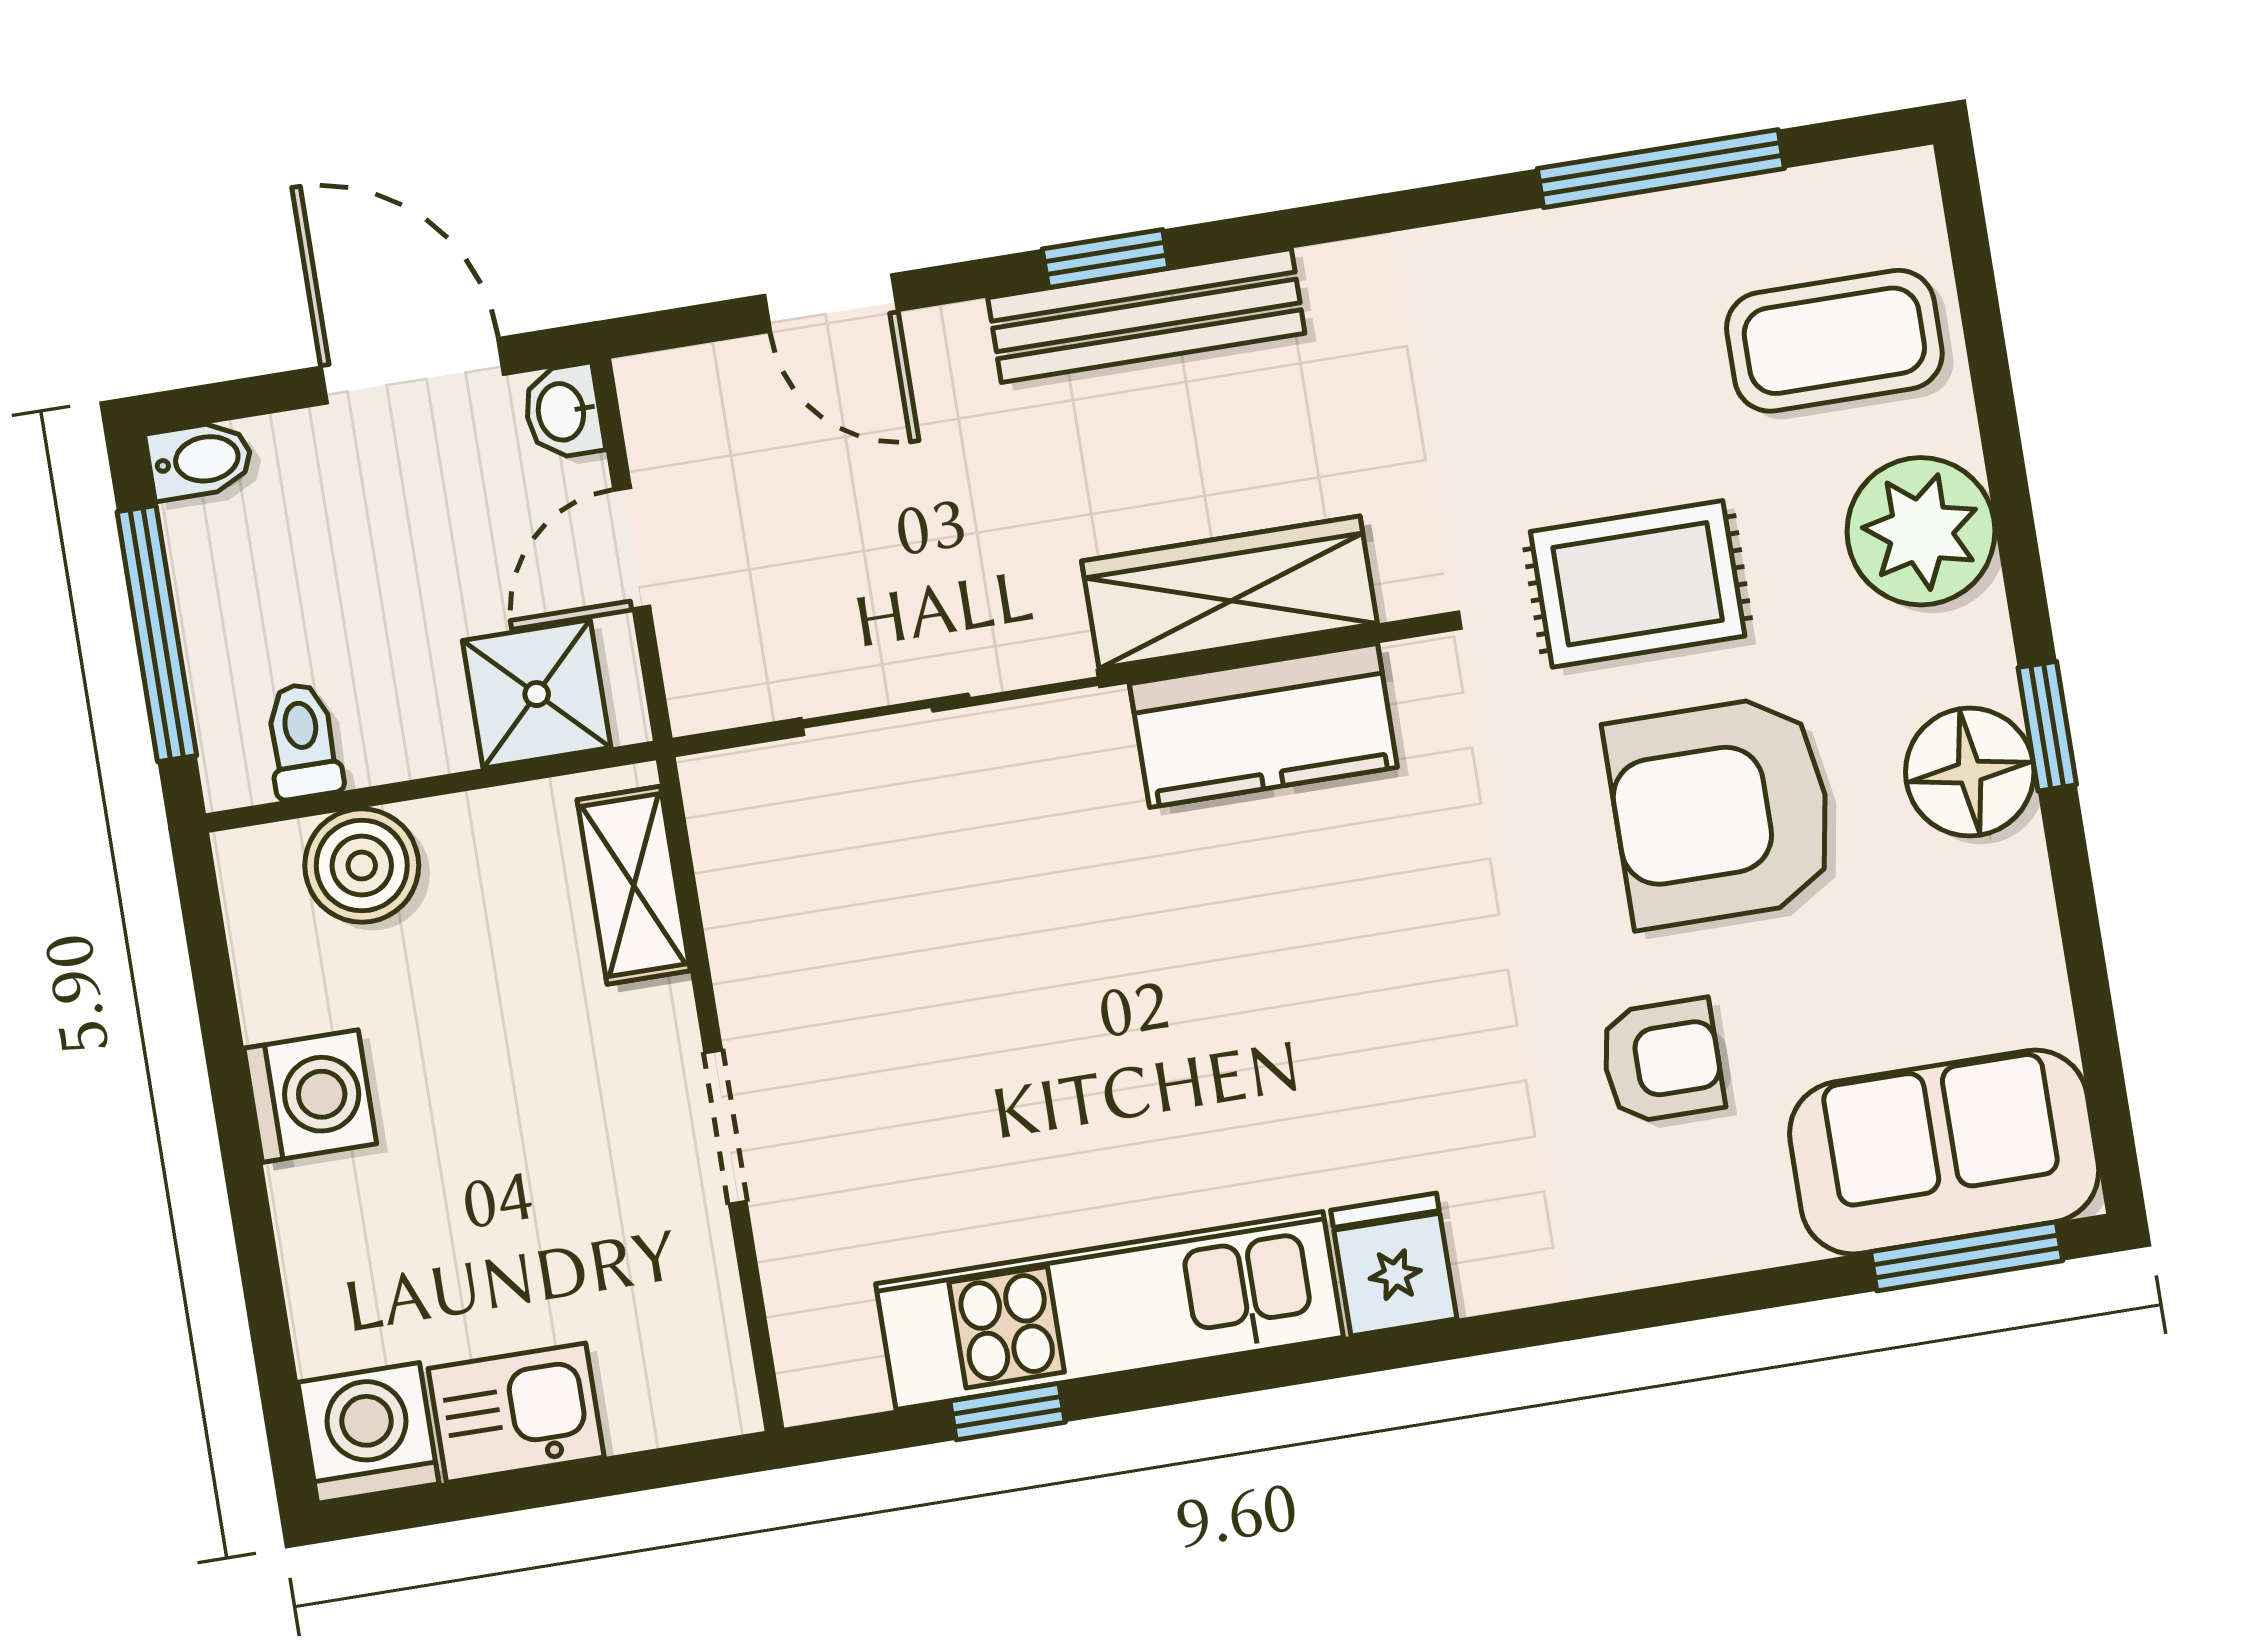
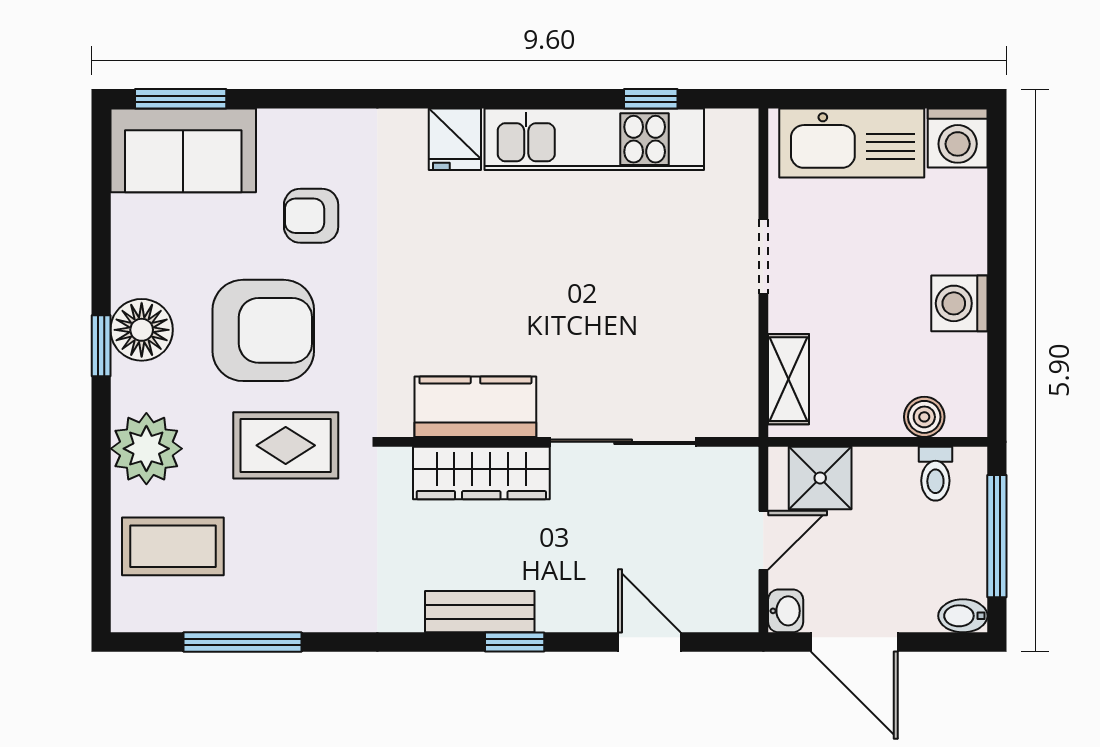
bench: (1146, 315) -> (480, 612), width x0.73
boiler: (362, 866) -> (924, 417), width x0.73, depth x0.73
kitchen sink: (516, 1413) -> (852, 143), width x1.88, depth x1.24

